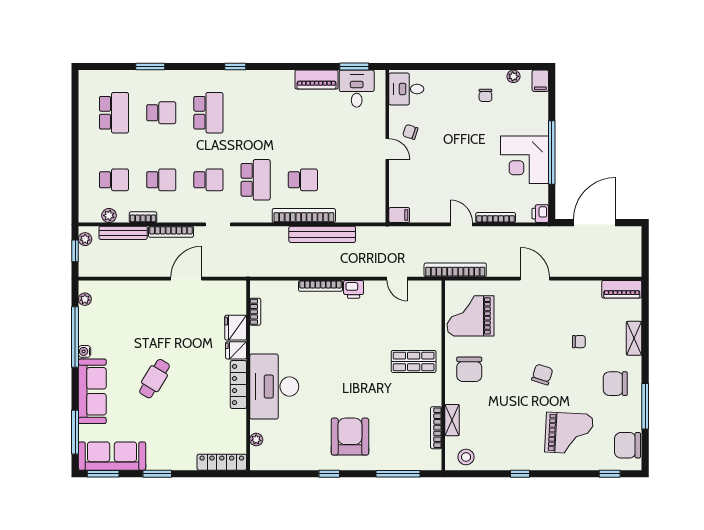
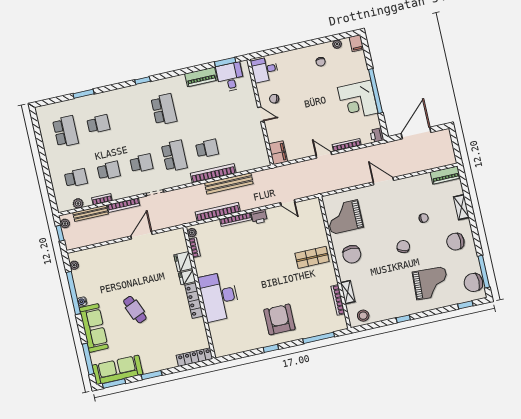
school desk: (208, 113) -> (164, 109), moved
filing cabinet: (399, 215) -> (278, 153), width x2.00
bookcase: (455, 270) -> (218, 212), moved
cafe table: (154, 379) -> (135, 310), turned -54
window: (645, 406) -> (484, 272), moved
plant: (256, 440) -> (192, 233), moved

